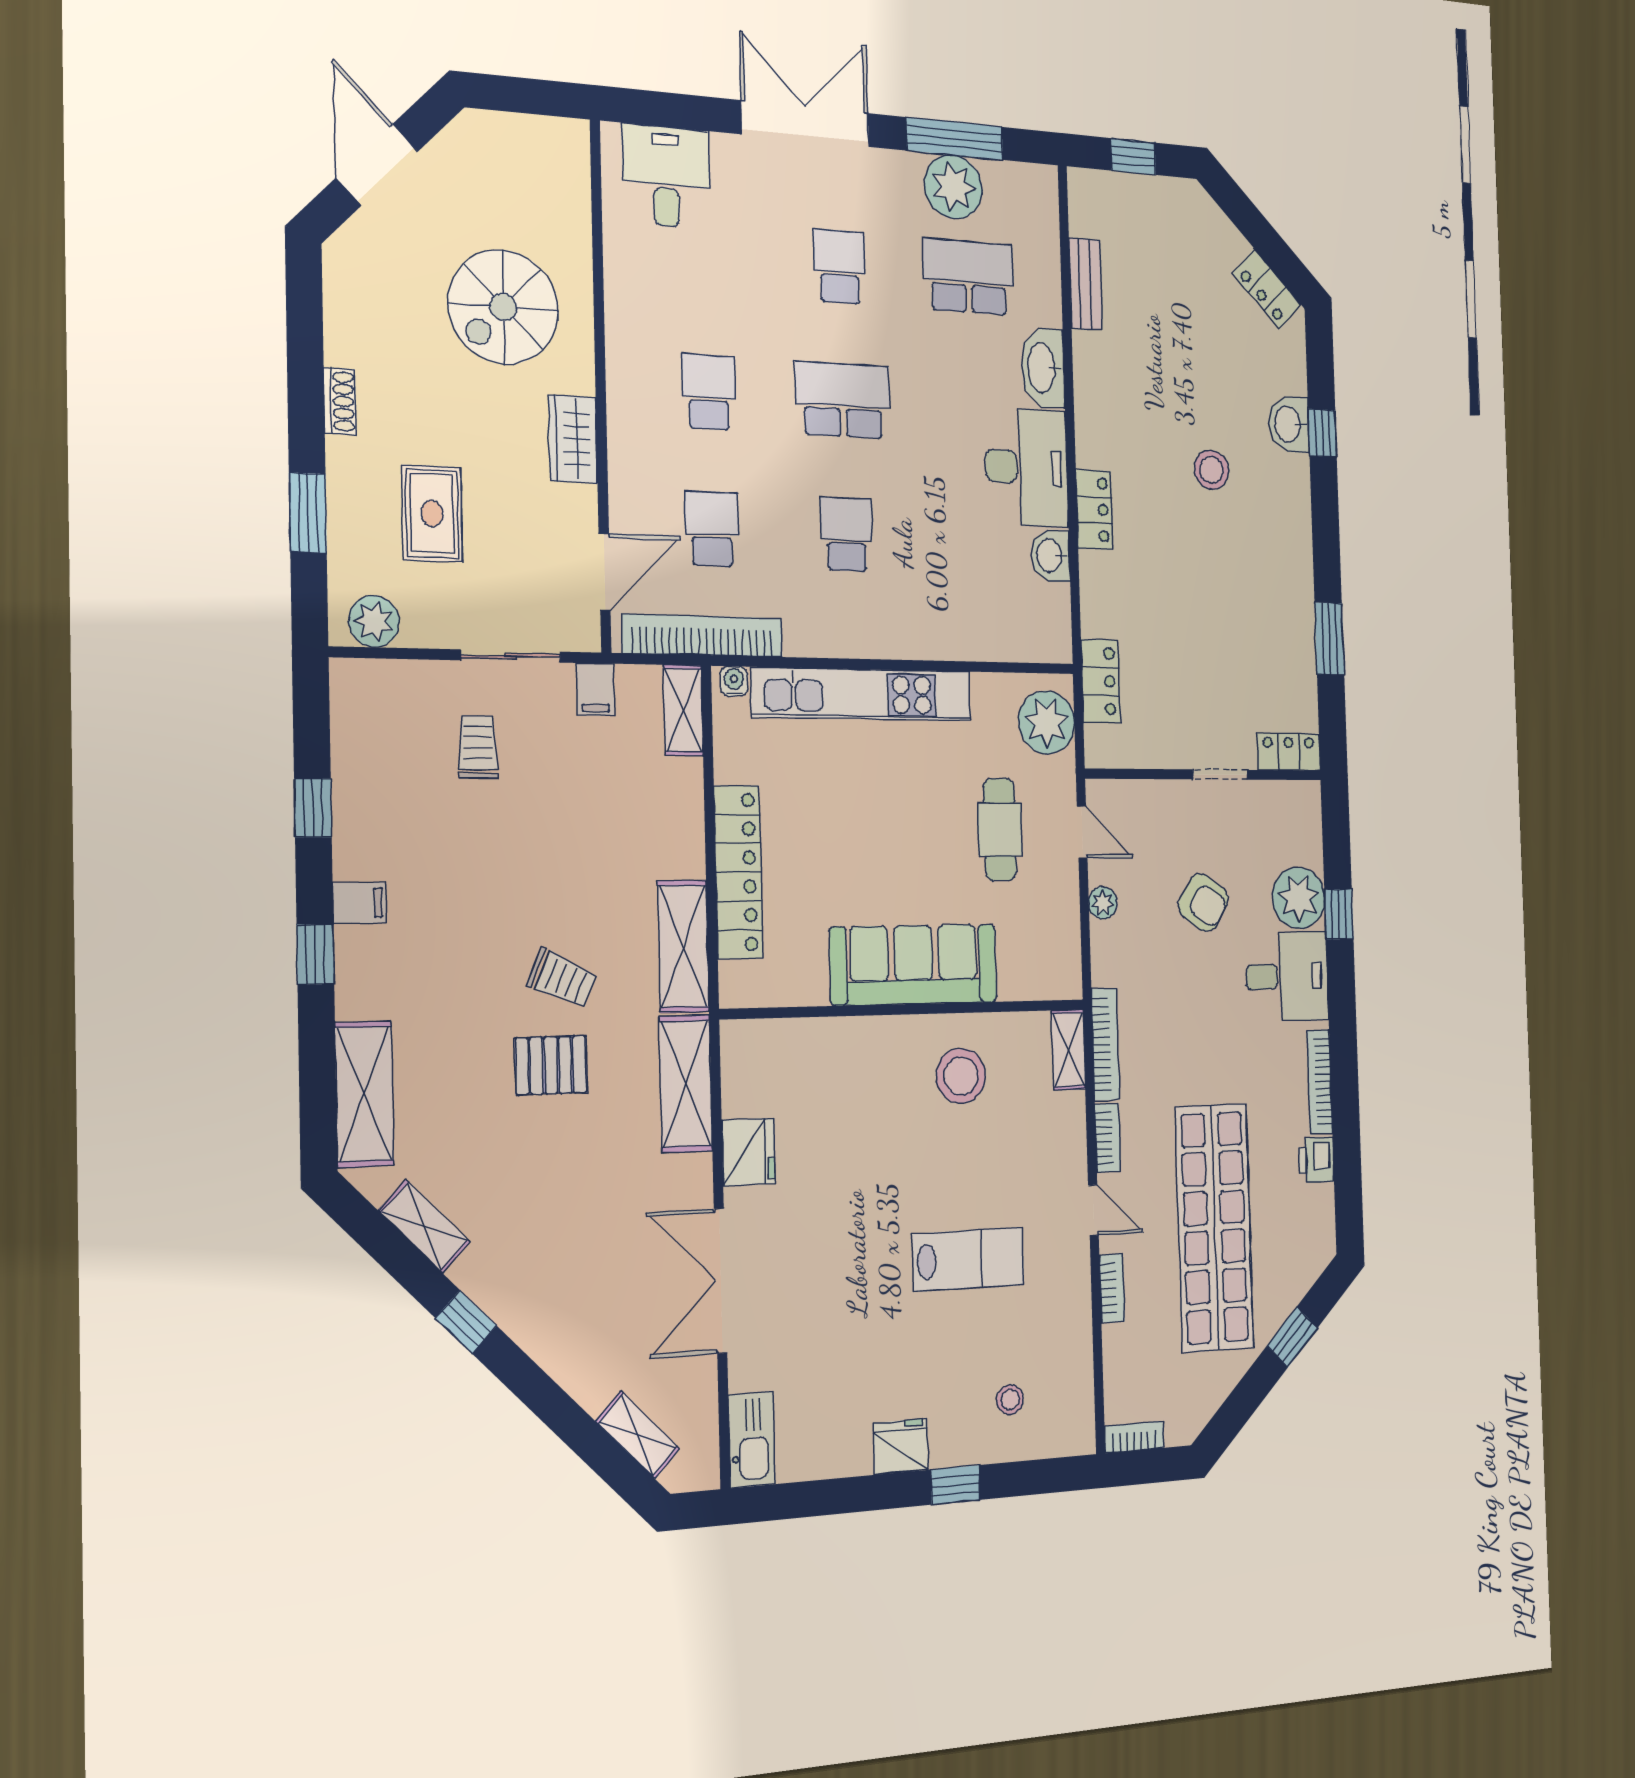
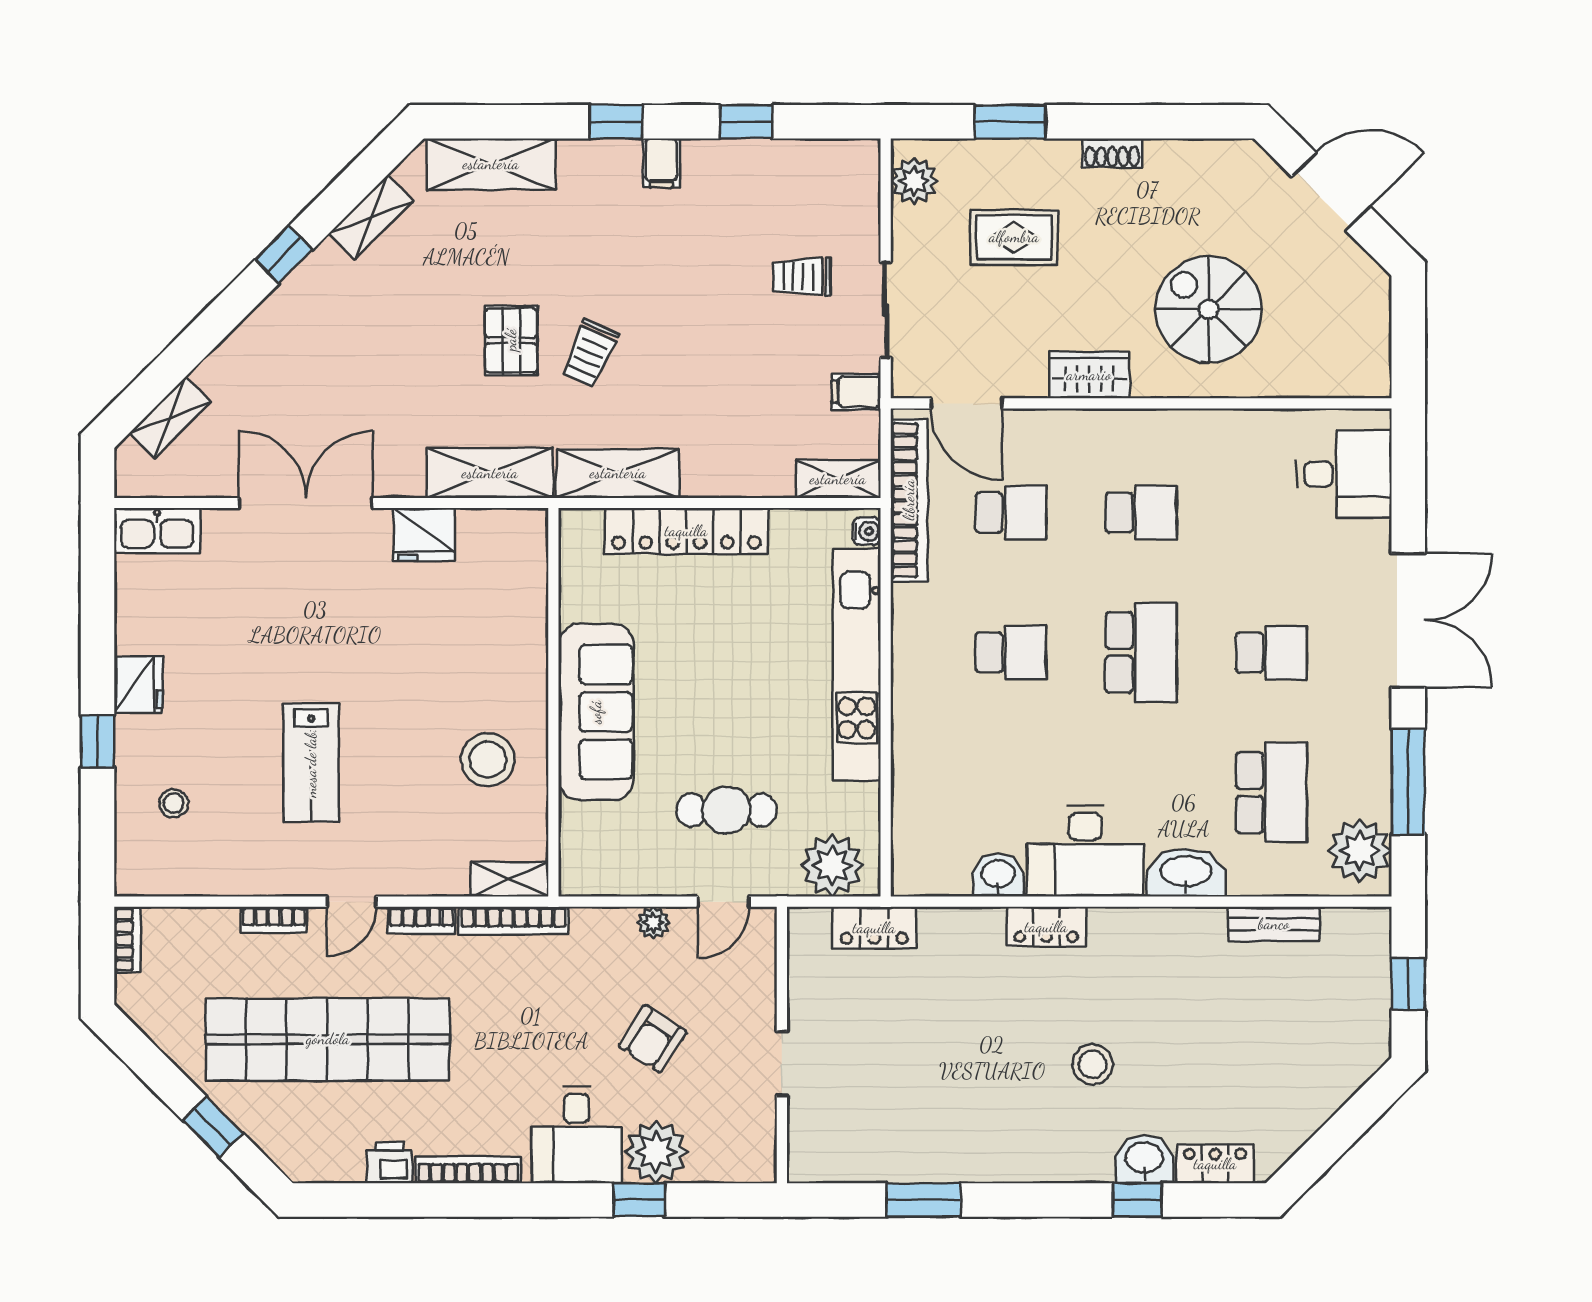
plant: (953, 187) -> (1360, 850), moved
locker: (1267, 289) -> (1215, 1164), moved, turned 45
trolley: (478, 747) -> (802, 277), turned 180
locker: (1289, 752) -> (806, 1146), removed

